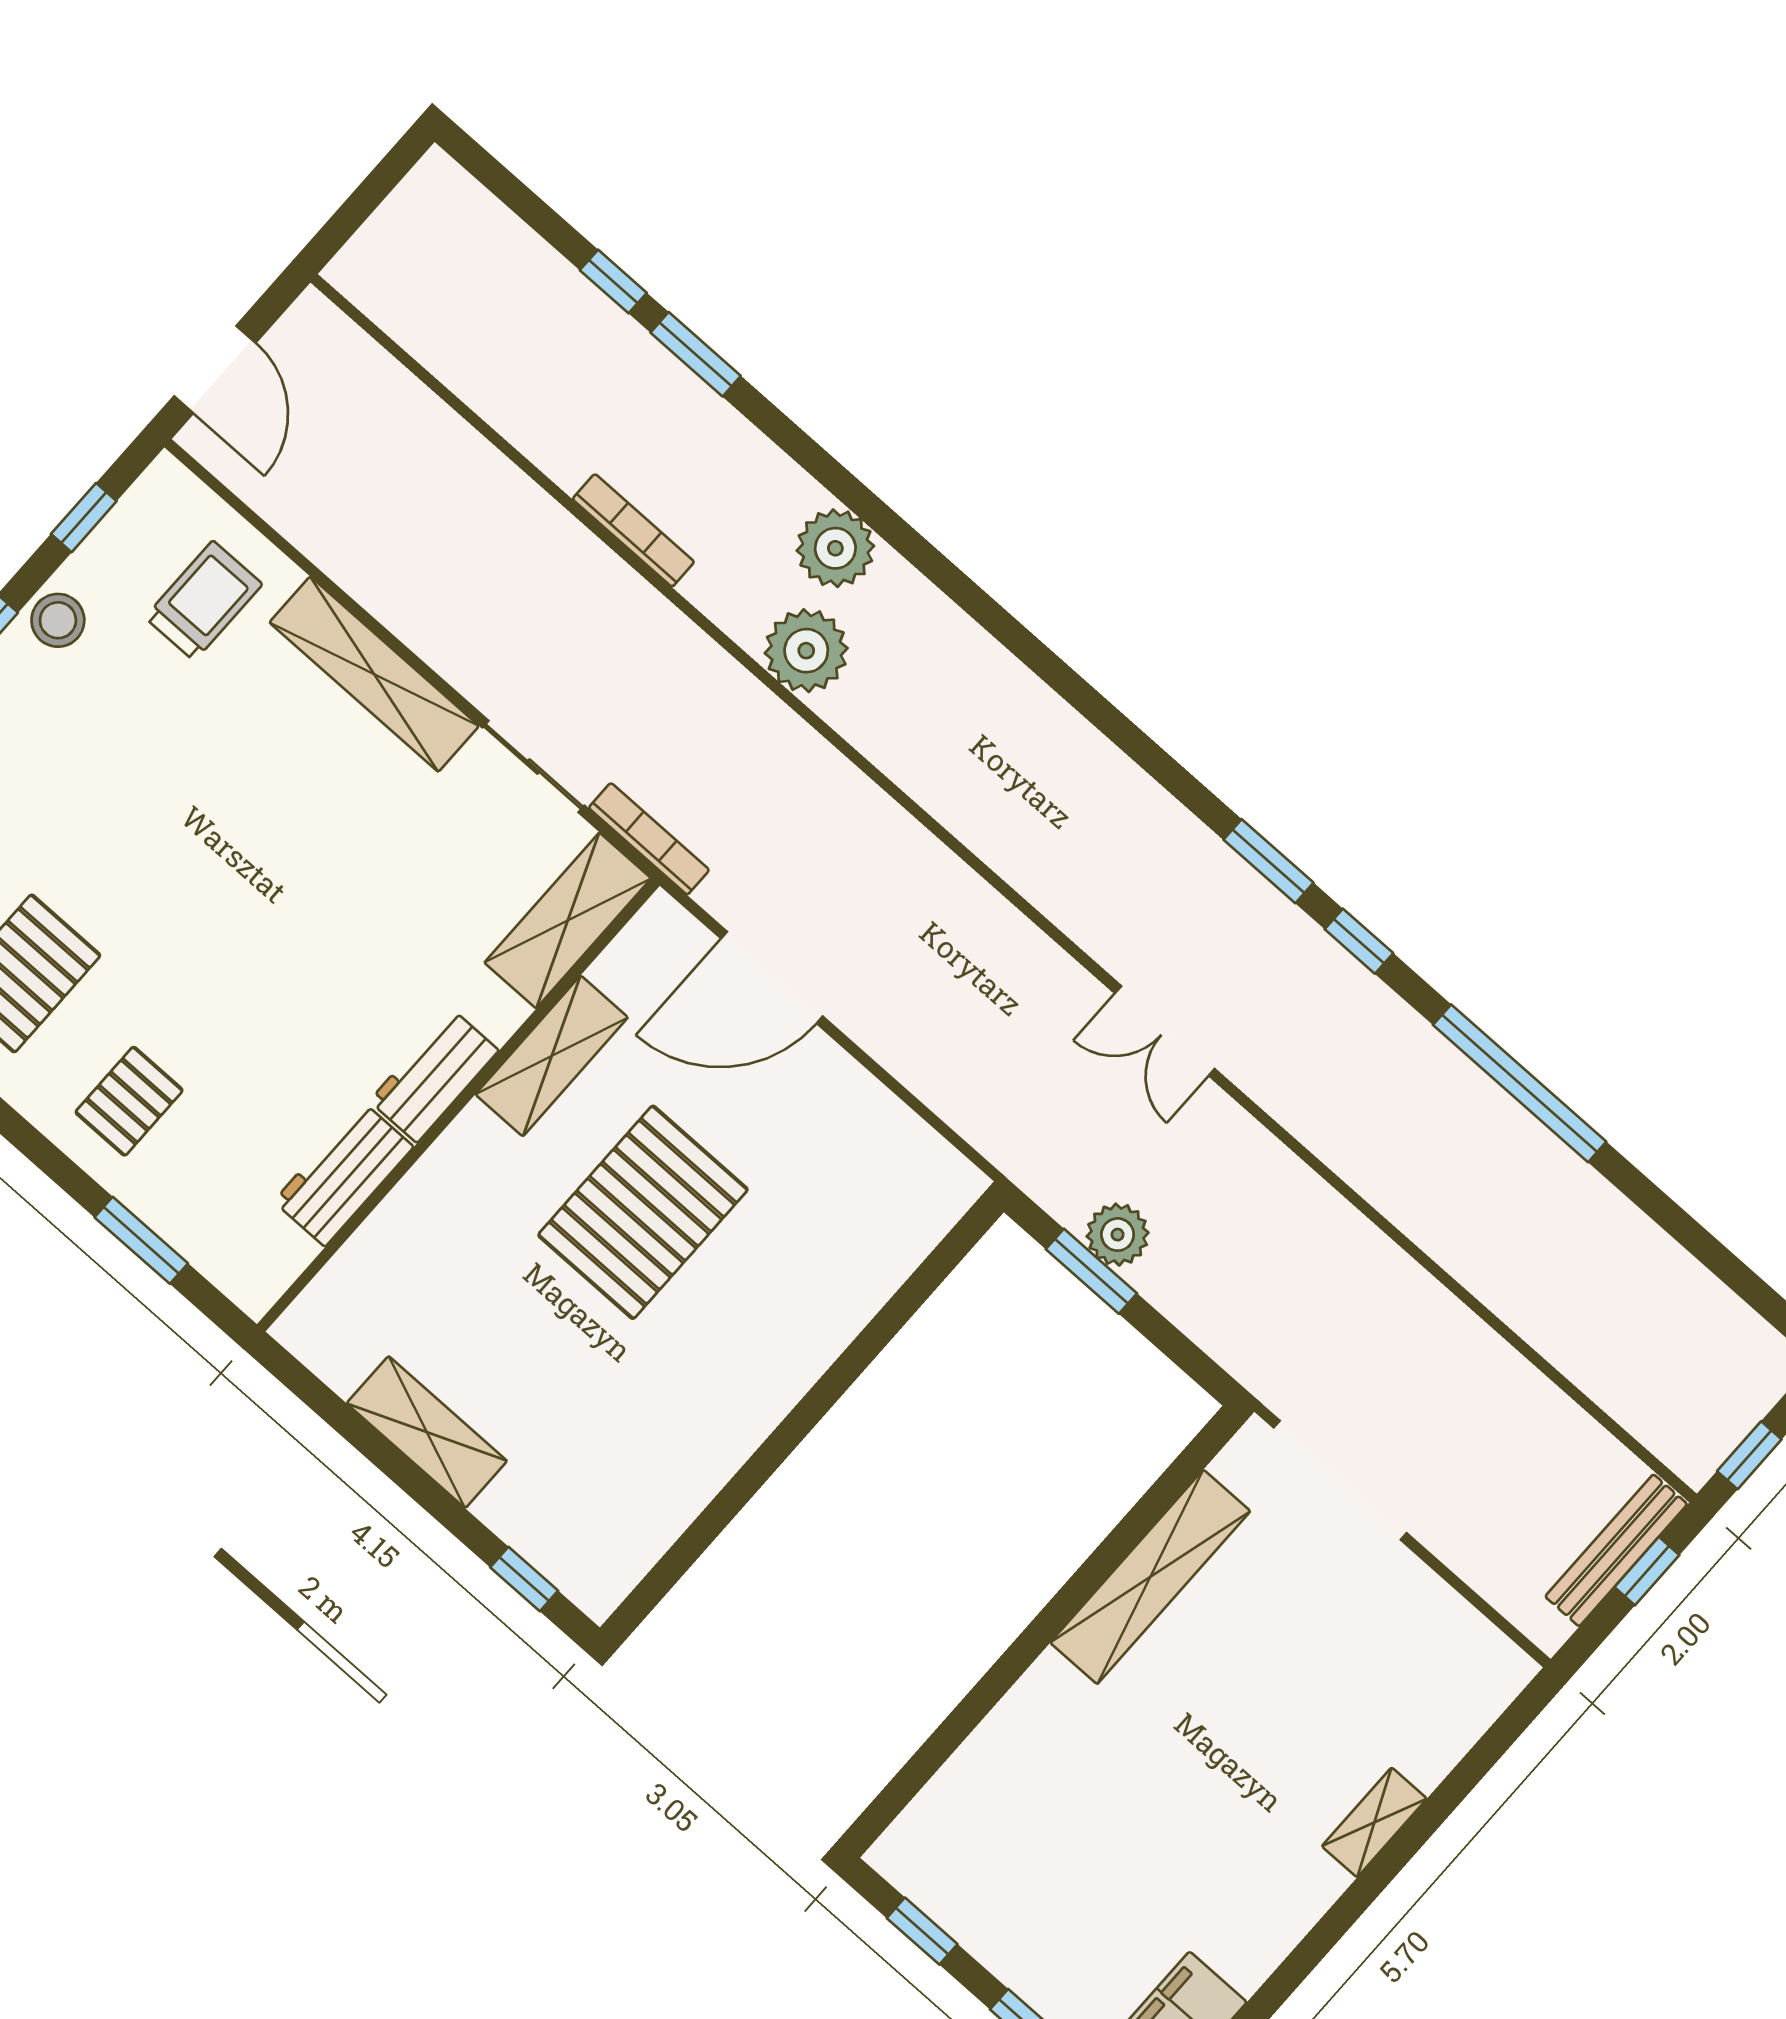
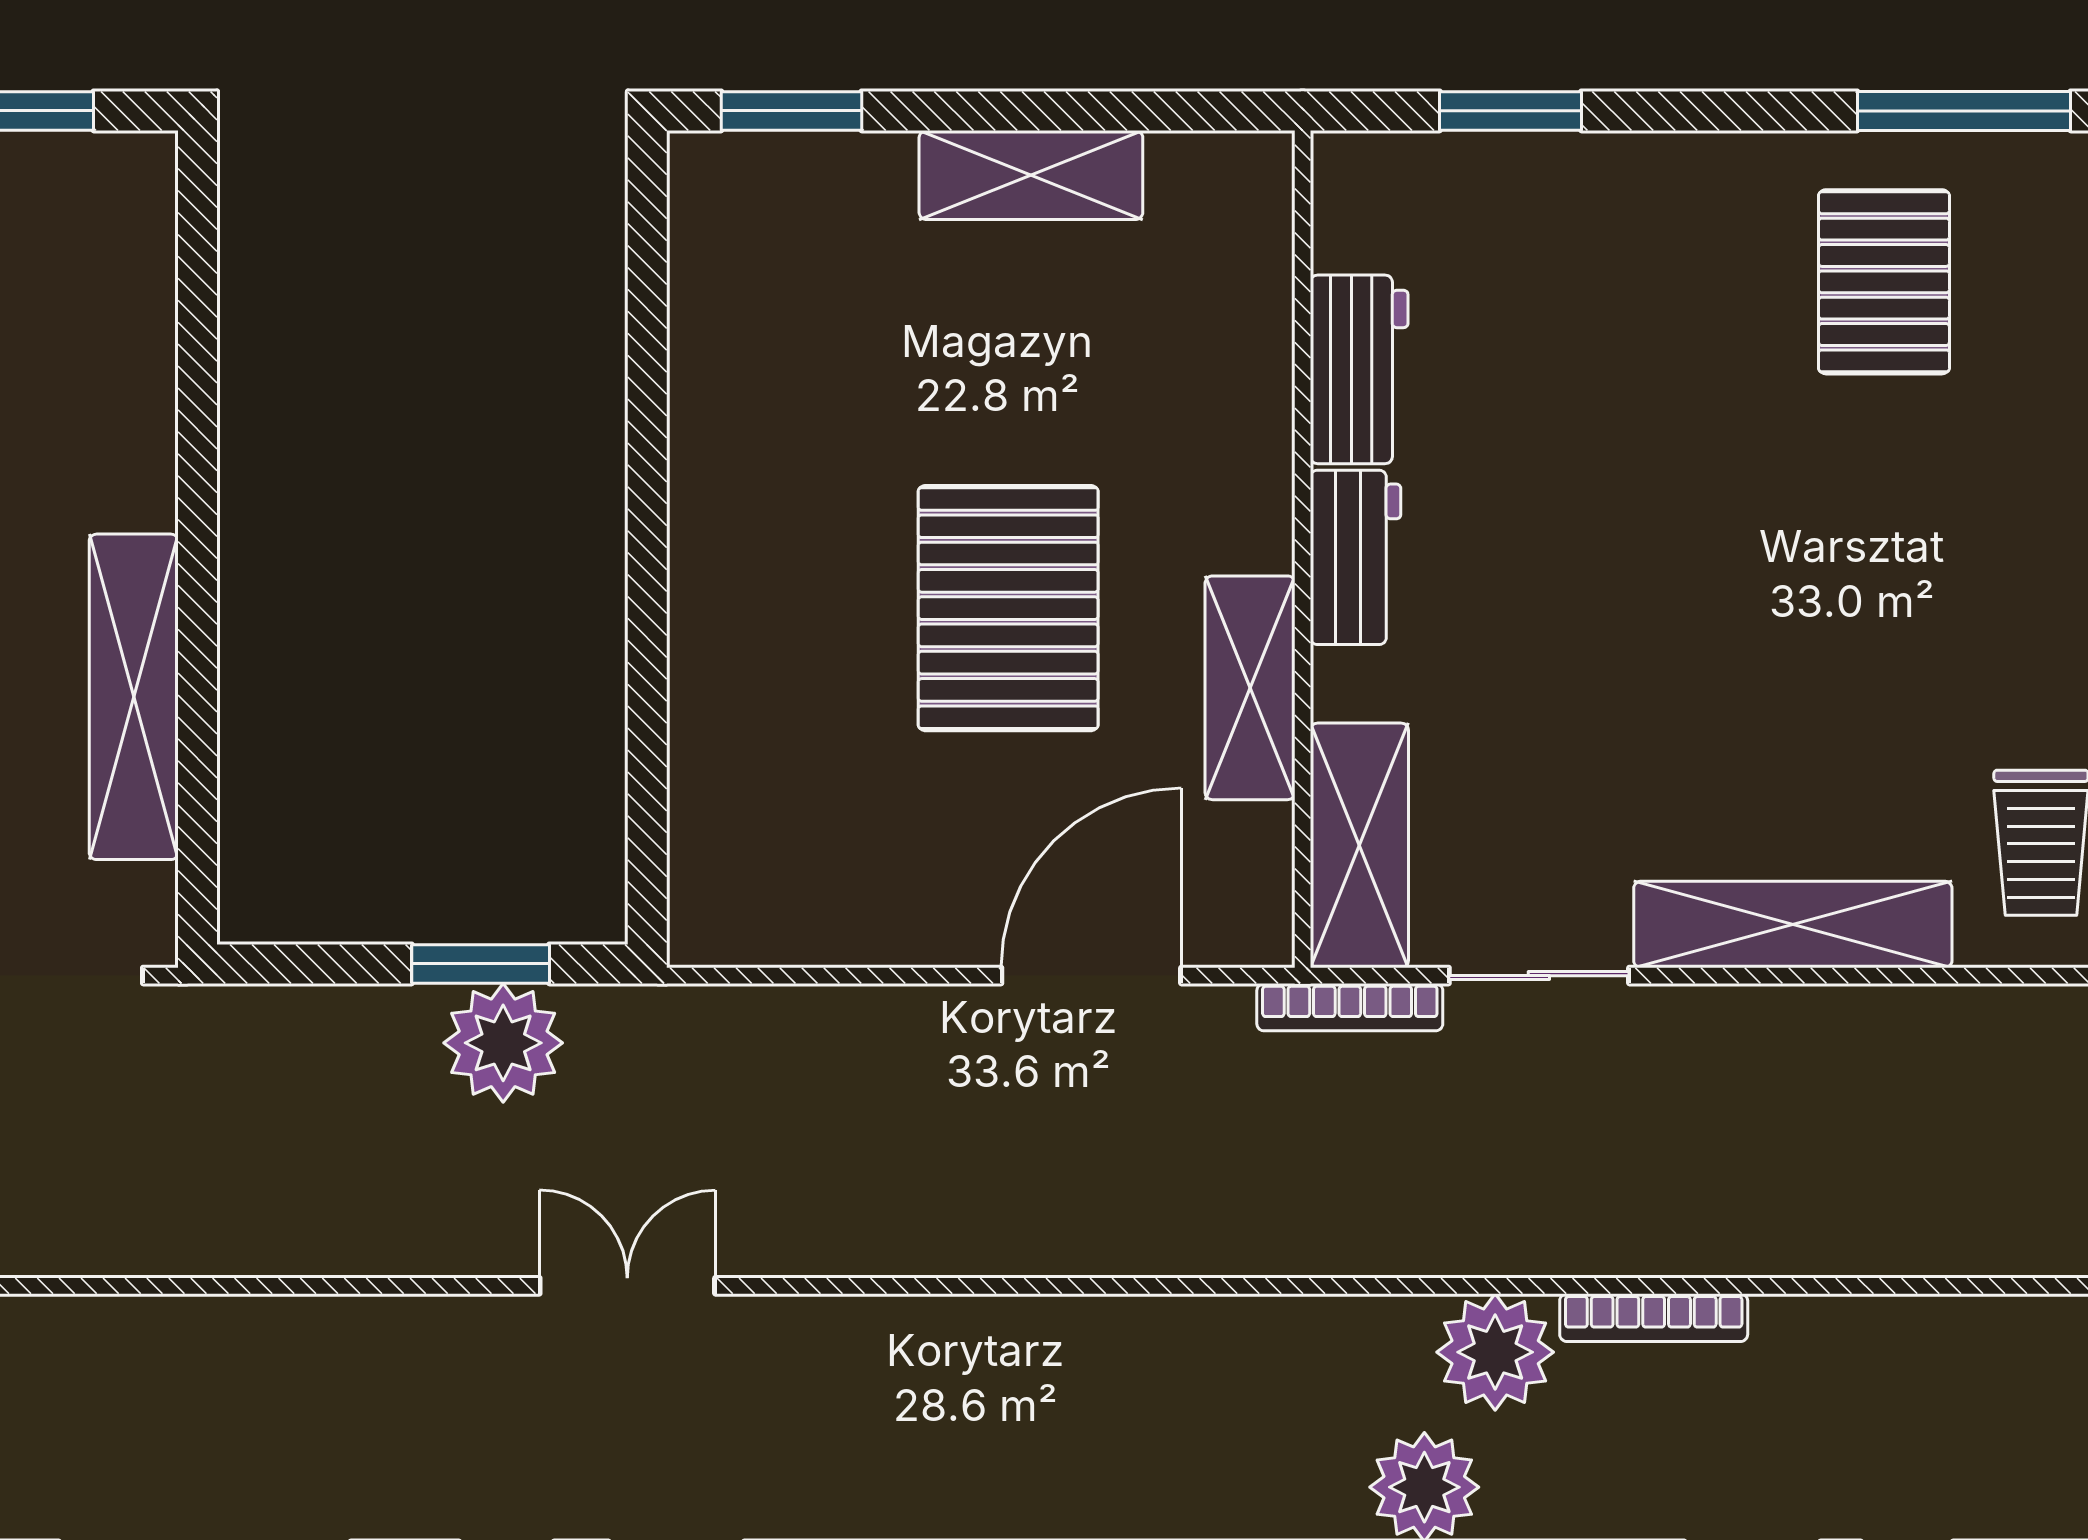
plant: (806, 651) -> (1495, 1352), moved
pallet: (129, 1101) -> (1653, 246), removed
plant: (1118, 1235) -> (503, 1043), width x1.36, depth x1.36
window: (524, 1579) -> (791, 111), width x1.50

